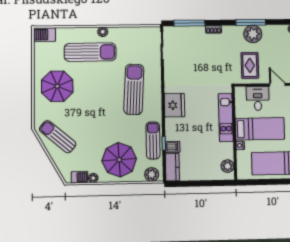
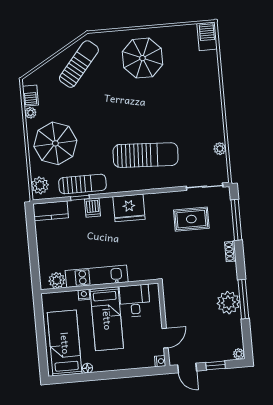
plant: (103, 32) -> (220, 149), moved
sun lounger: (90, 52) -> (189, 96), removed
rug: (250, 65) -> (191, 219), moved
desk: (258, 98) -> (135, 301), moved, turned -90
kitchen unit: (226, 118) -> (97, 276), moved
dishwasher: (172, 147) -> (92, 208), moved

